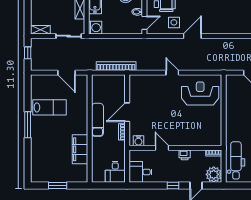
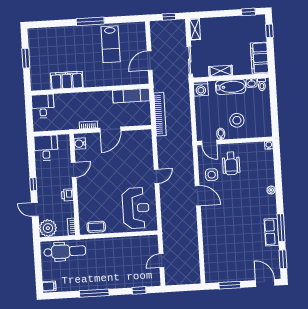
door: (127, 112) -> (110, 129), swing flipped
exam couch: (97, 120) -> (131, 96), moved
coffee table: (215, 130) -> (96, 227), added
desk: (115, 172) -> (43, 106), moved, turned 90

